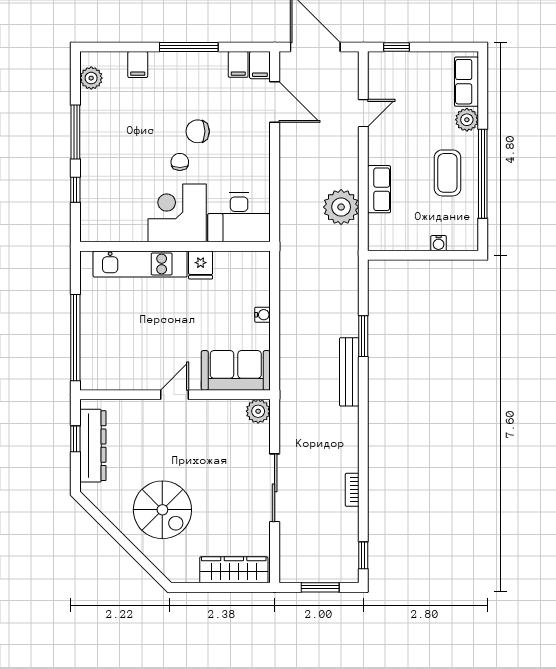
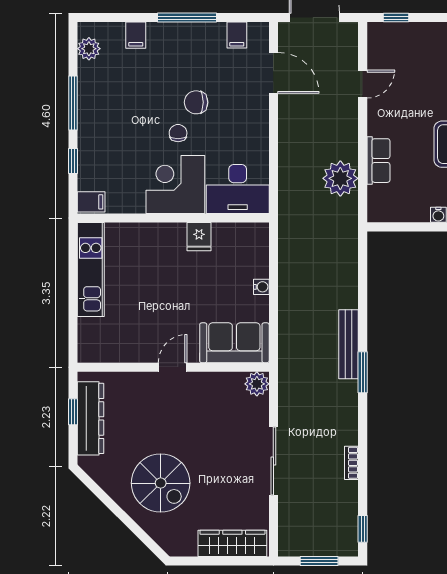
filing cabinet: (260, 65) -> (91, 202), moved, turned -90
kitchen unit: (140, 264) -> (91, 270), moved, turned -90
window: (363, 336) -> (363, 372), moved
window: (75, 338) -> (73, 310), removed

